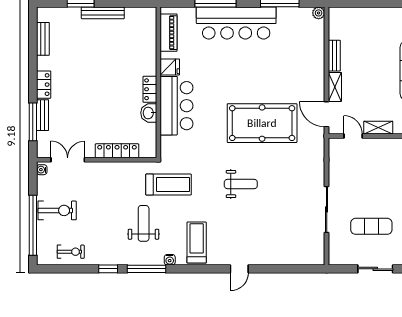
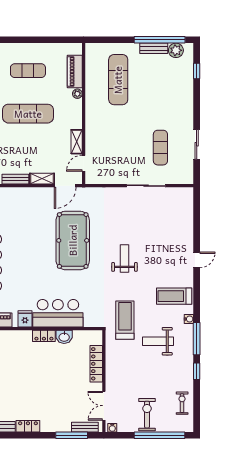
locker: (44, 85) -> (28, 426), moved
bench: (43, 115) -> (85, 427), moved
door: (239, 269) -> (197, 260), hinge flipped

